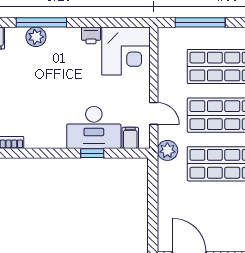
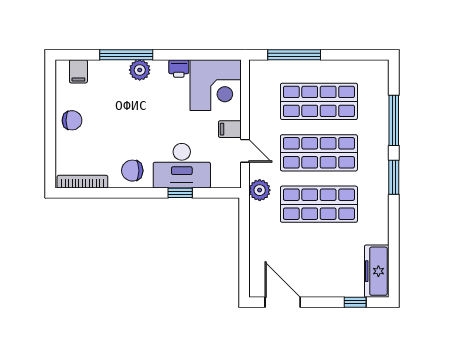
plant: (36, 37) -> (140, 70), moved
chair: (47, 132) -> (132, 171), added
filing cabinet: (130, 138) -> (230, 129), moved, turned -90

